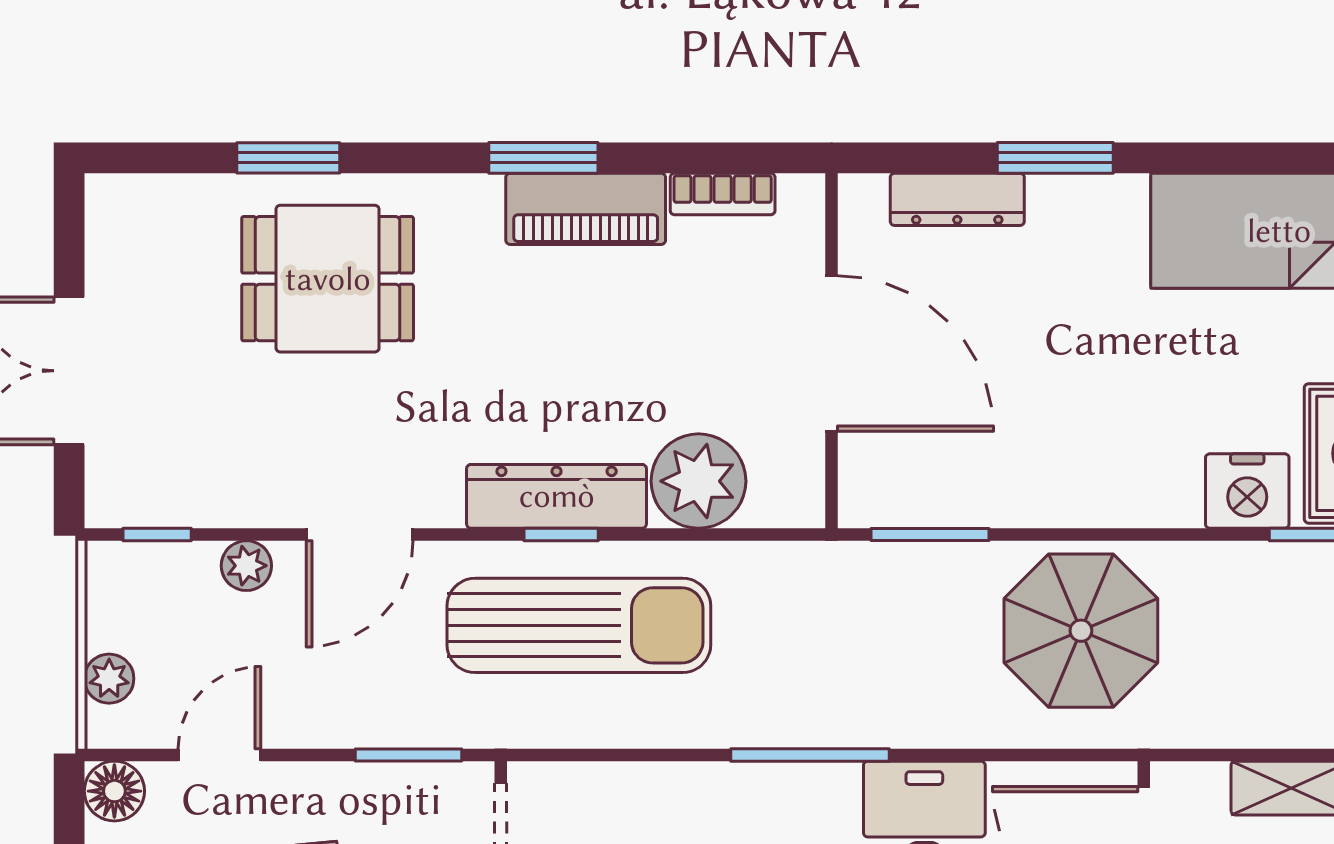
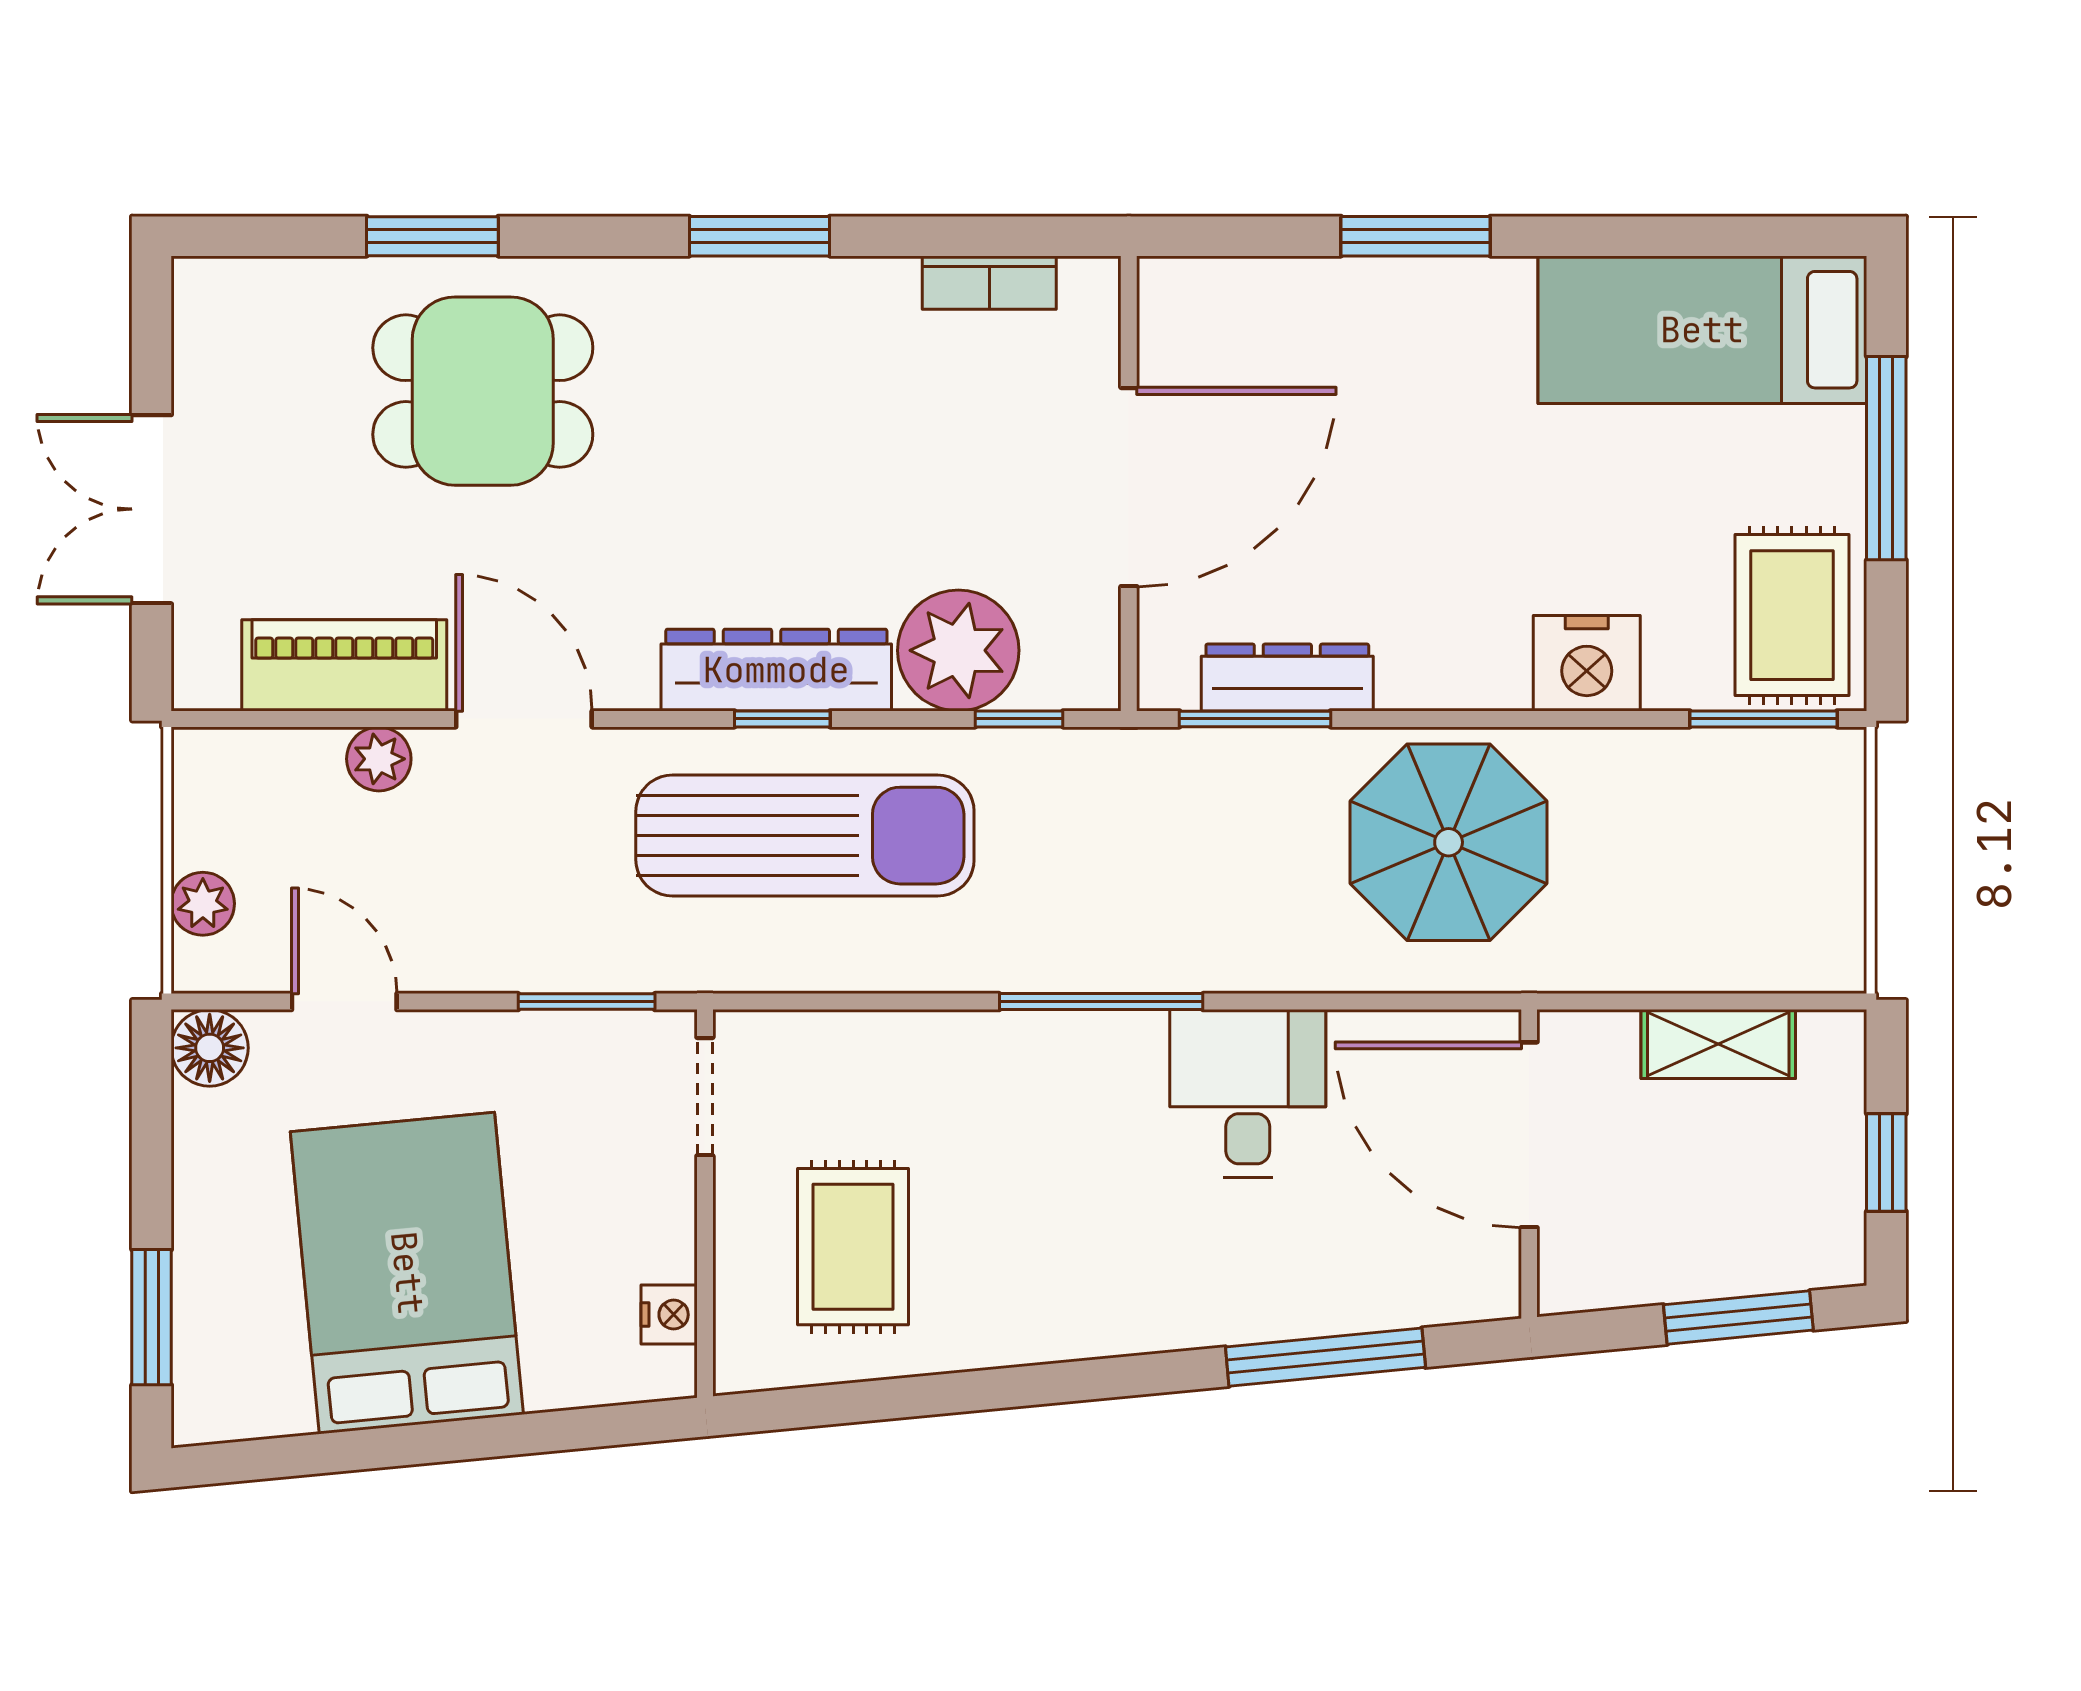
dresser: (957, 199) -> (1287, 678), moved, turned 180
piano: (586, 209) -> (344, 665), moved, turned 180
door: (832, 354) -> (1129, 487), hinge flipped
nightstand: (1247, 491) -> (1587, 663), moved
window: (157, 534) -> (1019, 719), moved
door: (360, 534) -> (524, 719), swing flipped
door: (219, 755) -> (344, 1002), hinge flipped

